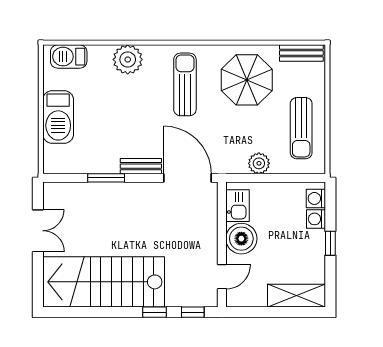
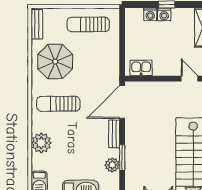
sun lounger: (301, 128) -> (88, 24), turned 180
plant: (259, 163) -> (112, 165), moved
washing machine: (316, 198) -> (164, 14), moved
boiler: (241, 239) -> (164, 65), removed

